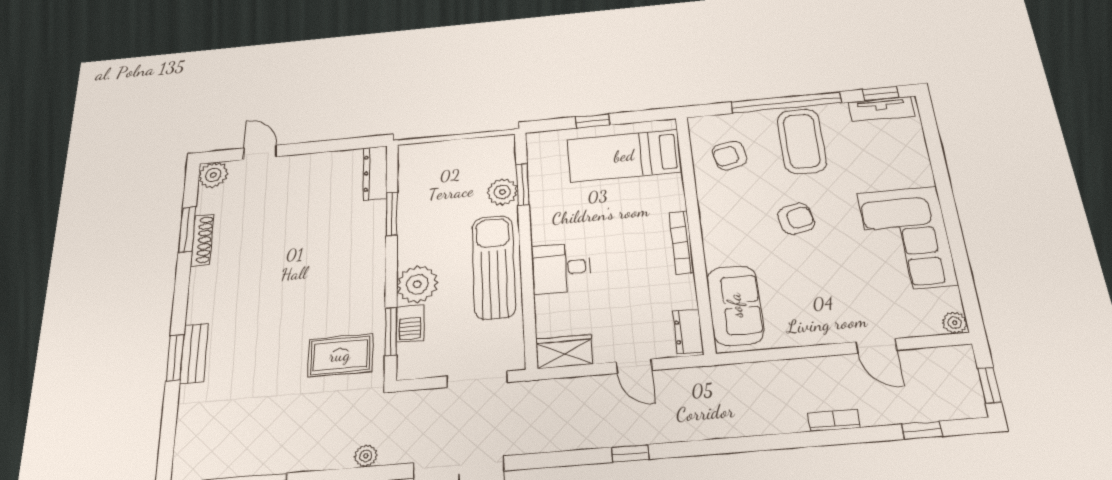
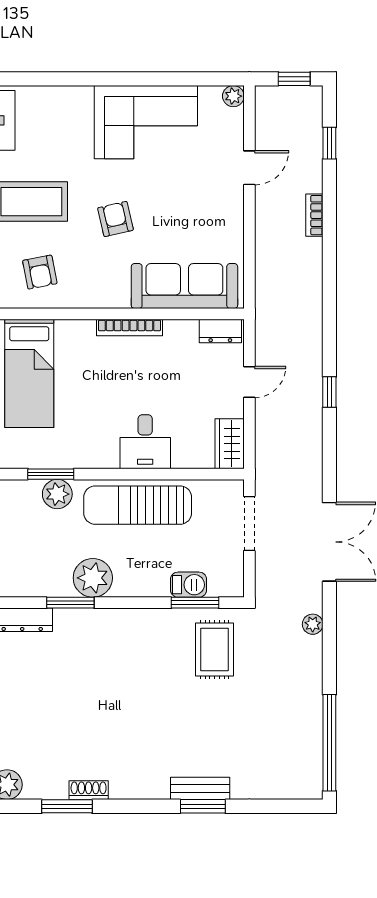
shoe rack: (202, 240) -> (89, 790), width x0.70
plant: (417, 284) -> (93, 578), moved
sofa: (735, 305) -> (184, 286), width x1.36

